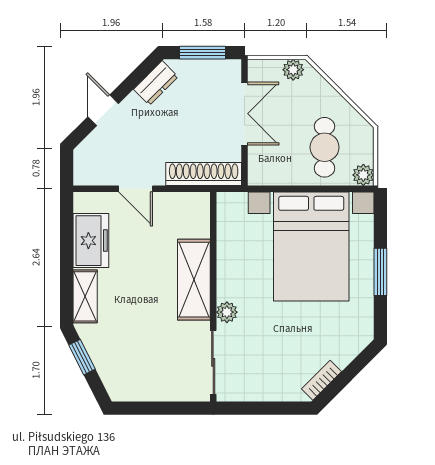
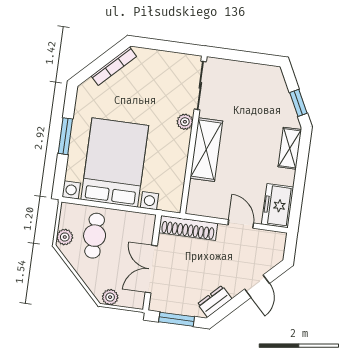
plant: (363, 175) -> (65, 237), moved
freezer: (91, 241) -> (278, 206), moved
bookcase: (322, 380) -> (114, 66), width x1.56

